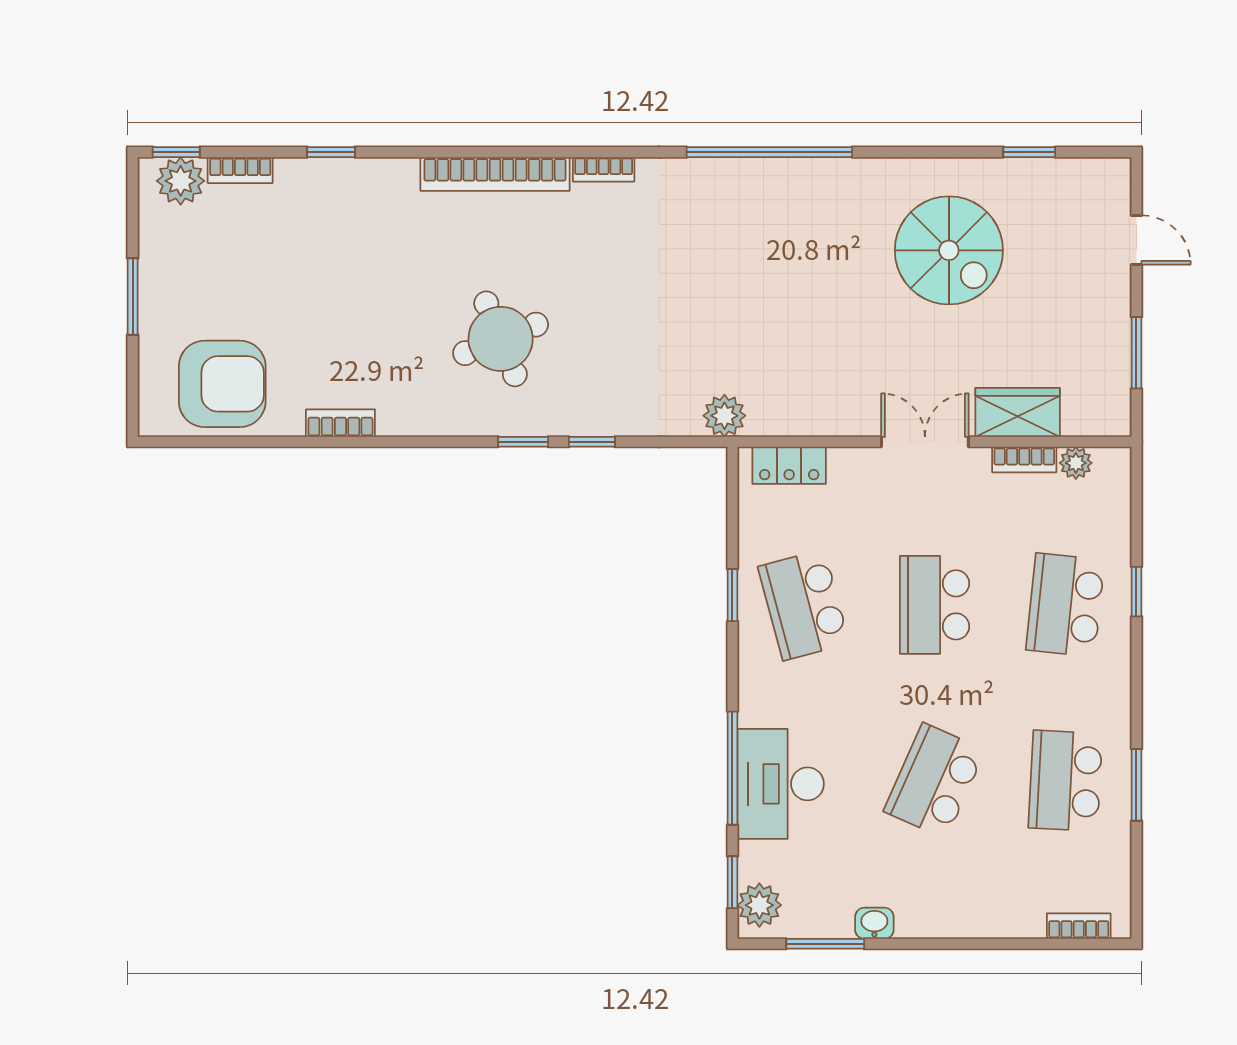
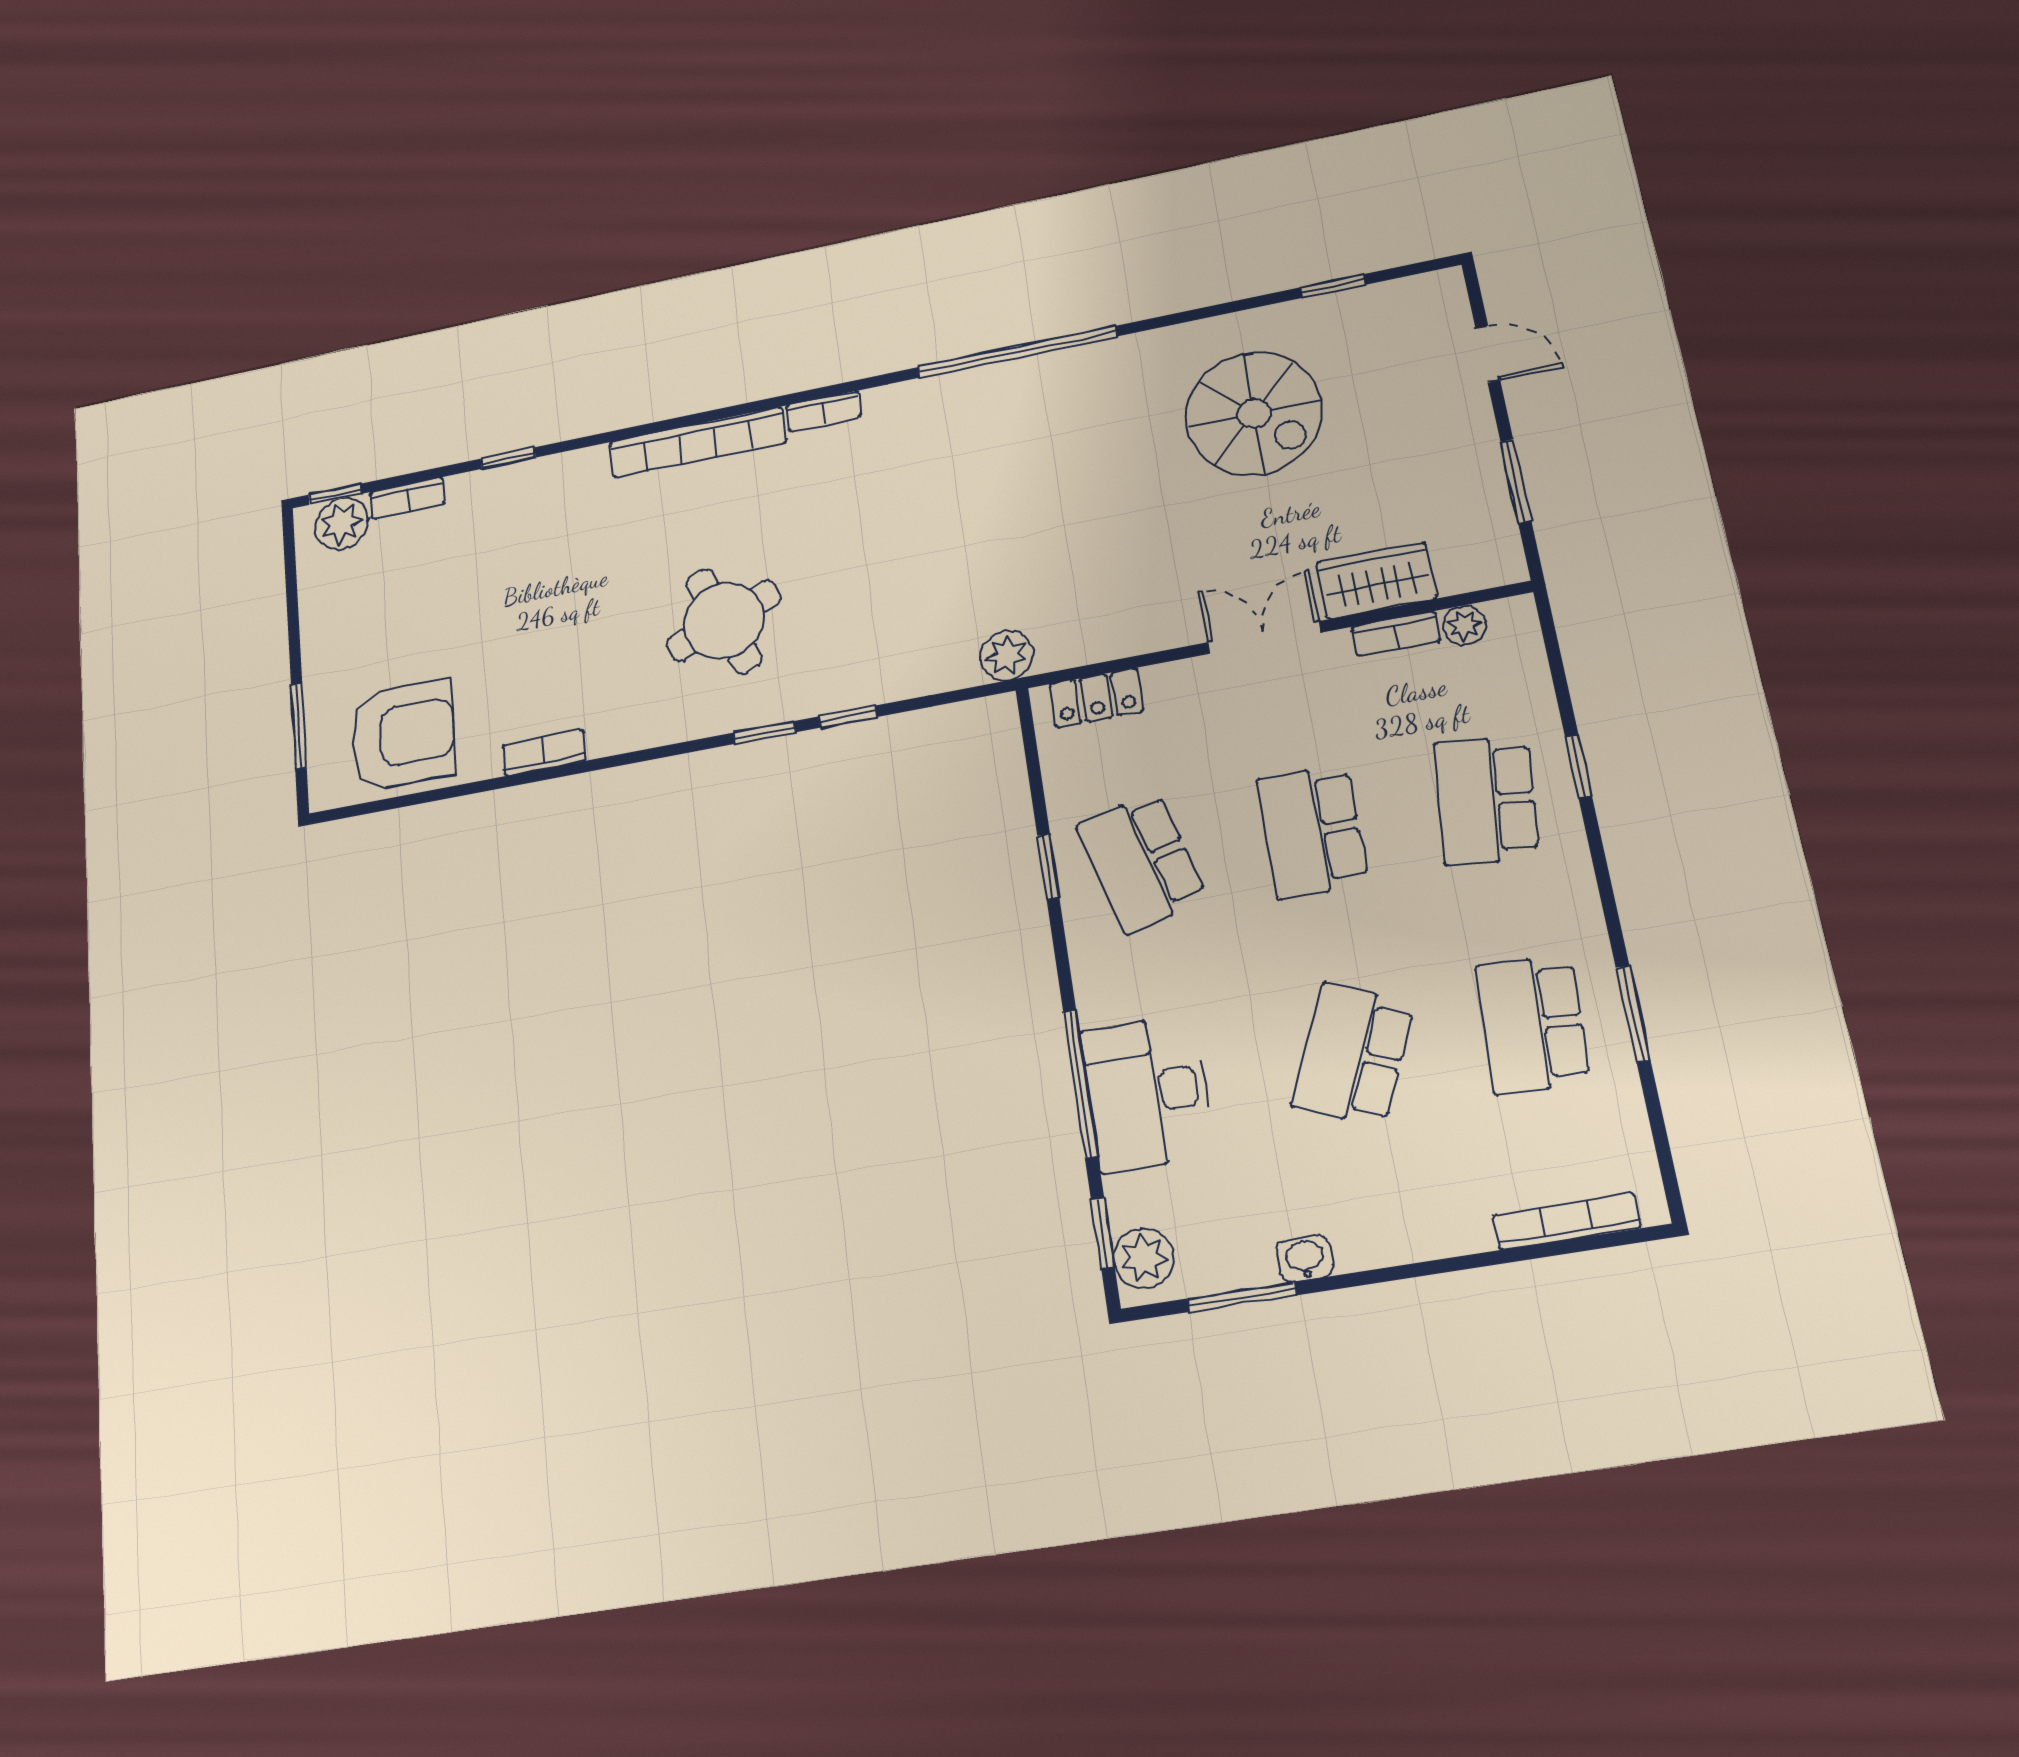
window: (133, 296) -> (299, 726), moved
bookcase: (1079, 926) -> (1567, 1222), width x1.56

